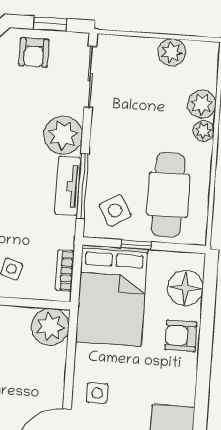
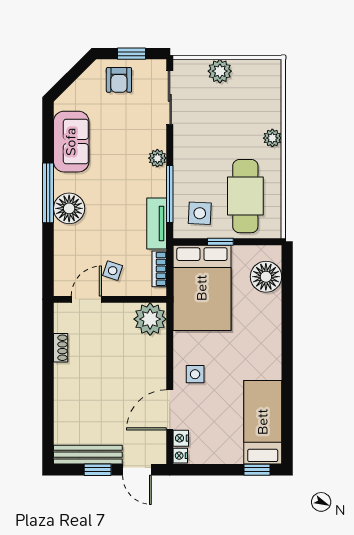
plant: (172, 52) -> (220, 71), moved
plant: (202, 104) -> (269, 115), removed
plant: (63, 135) -> (157, 158), width x0.53, depth x0.53
tv unit: (68, 186) -> (157, 224), moved
side table: (115, 211) -> (200, 213), turned 33
armchair: (181, 336) -> (265, 319), removed

